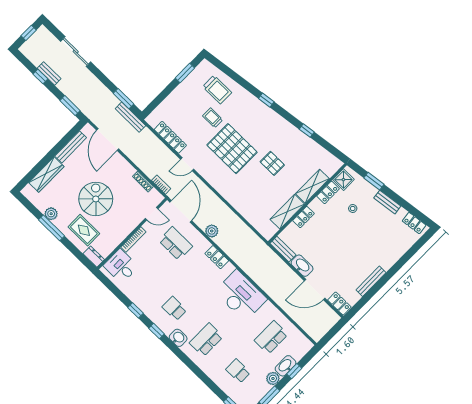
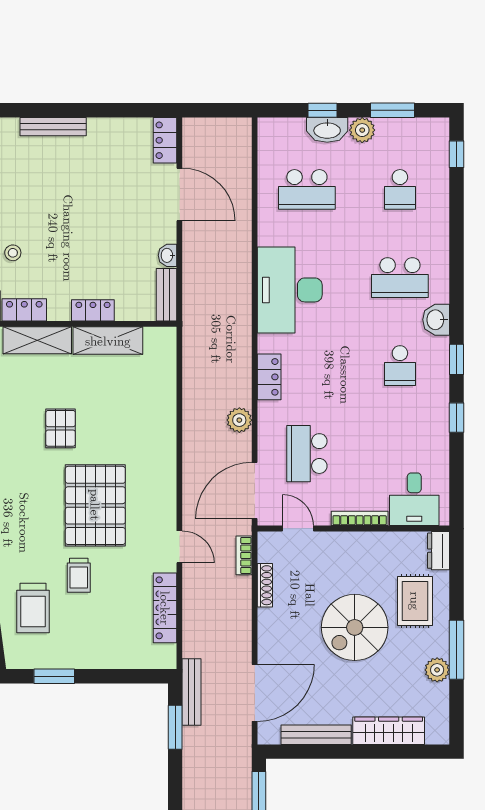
trolley: (217, 90) -> (33, 608), turned 180
washbasin: (302, 266) -> (167, 255), width x0.52, depth x0.69
bench: (371, 281) -> (53, 127), moved

